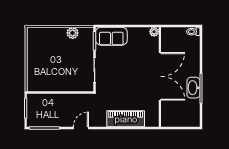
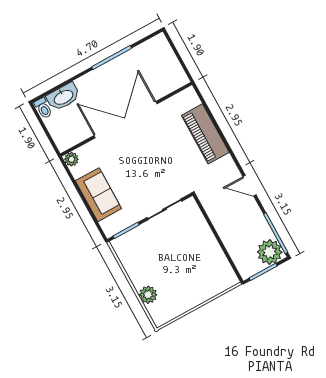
plant: (73, 33) -> (148, 295), moved
sofa: (111, 36) -> (98, 195), moved
washbasin: (193, 88) -> (63, 97), moved
plant: (35, 118) -> (270, 252), added

